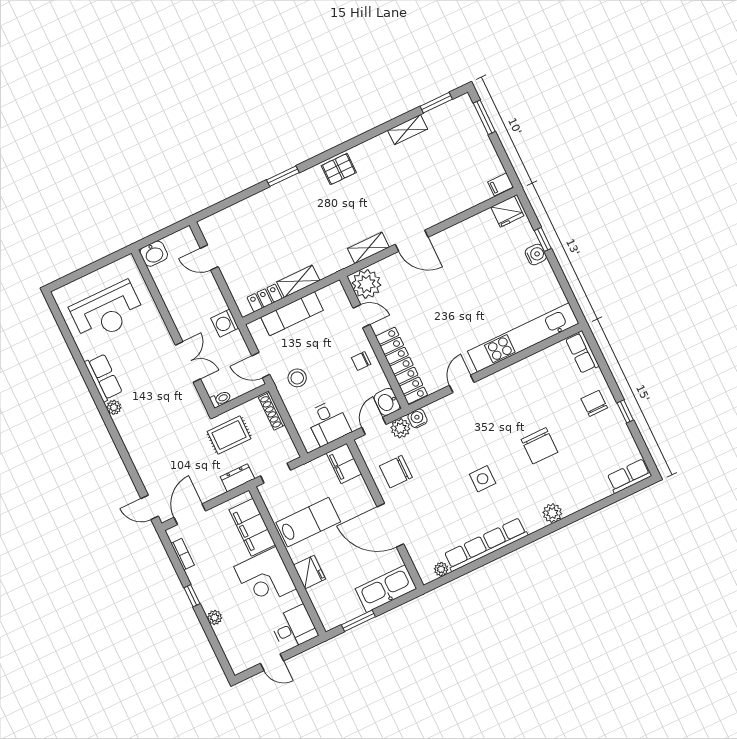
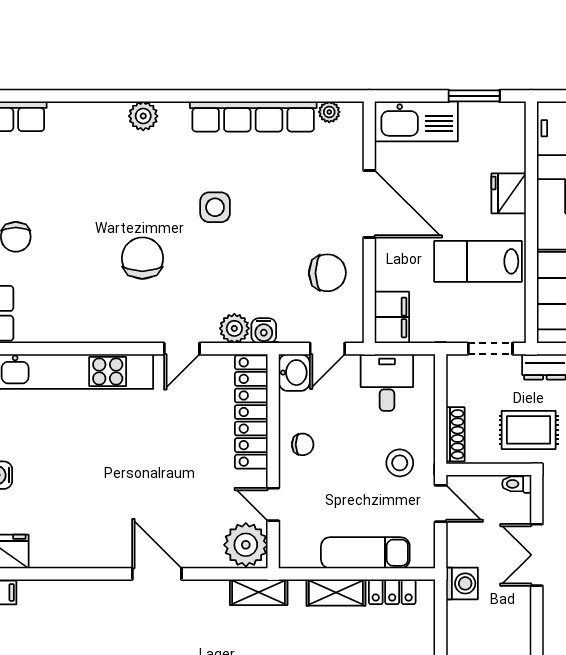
shelving: (368, 248) -> (259, 592), moved
plant: (400, 428) -> (234, 328), moved
chair: (539, 446) -> (142, 258), moved

